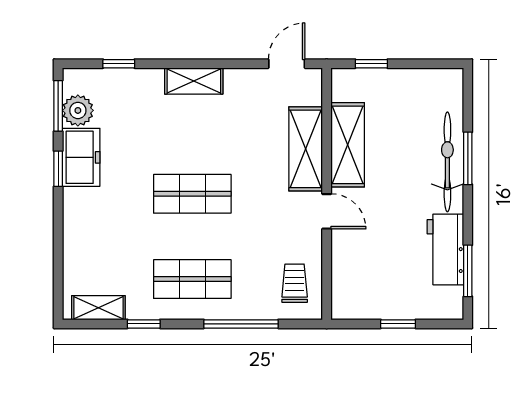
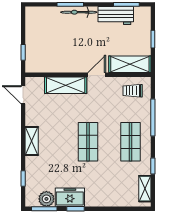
shelving: (348, 145) -> (130, 64), moved
bicycle: (447, 162) -> (79, 12), width x0.73, depth x0.71

